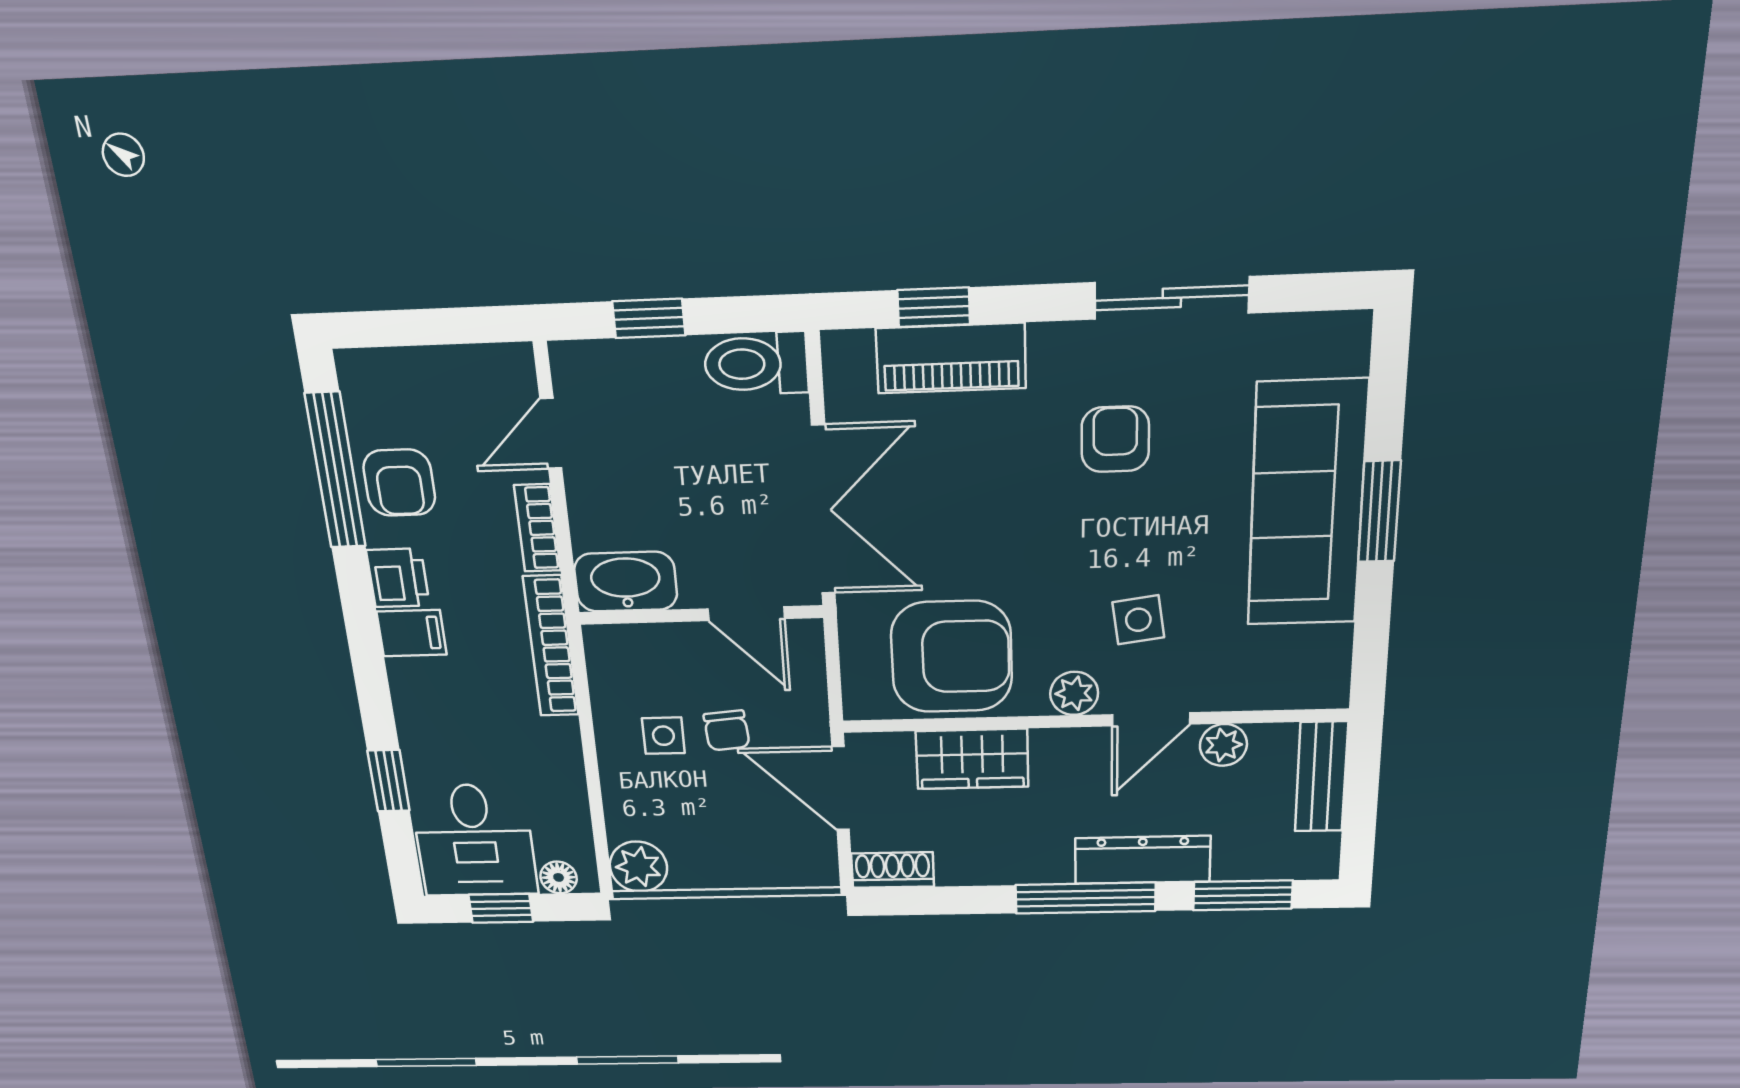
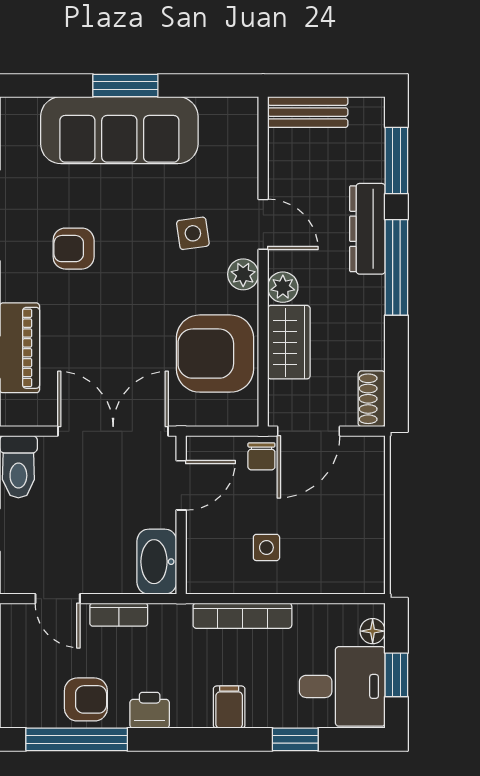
filing cabinet: (412, 633) -> (229, 707), moved
bookcase: (551, 646) -> (242, 616), moved
armchair: (952, 657) -> (215, 354), turned -90
chair: (727, 731) -> (261, 456), moved, turned 95
plant: (1223, 745) -> (283, 287), moved
plant: (638, 867) -> (365, 574), removed

